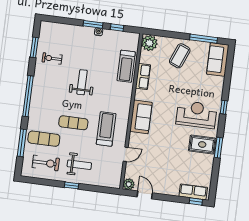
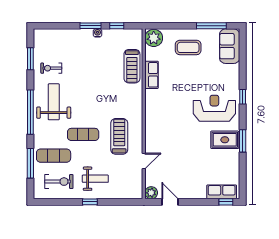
coffee table: (180, 56) -> (188, 47), turned 68
weight bench: (82, 82) -> (54, 102), moved, width x1.36, depth x1.33
sofa: (141, 117) -> (155, 119), removed

